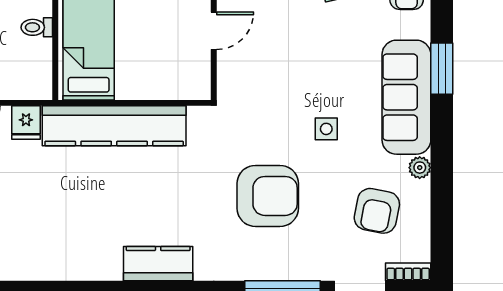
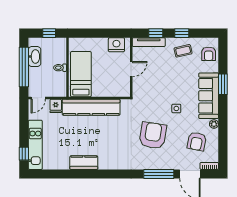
armchair: (268, 196) -> (153, 135), turned -81
kitchen counter: (158, 264) -> (84, 163), moved

